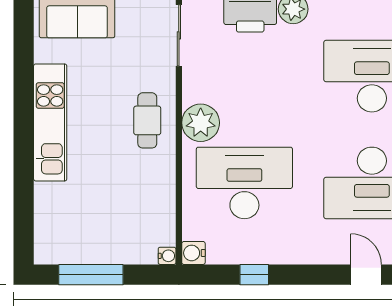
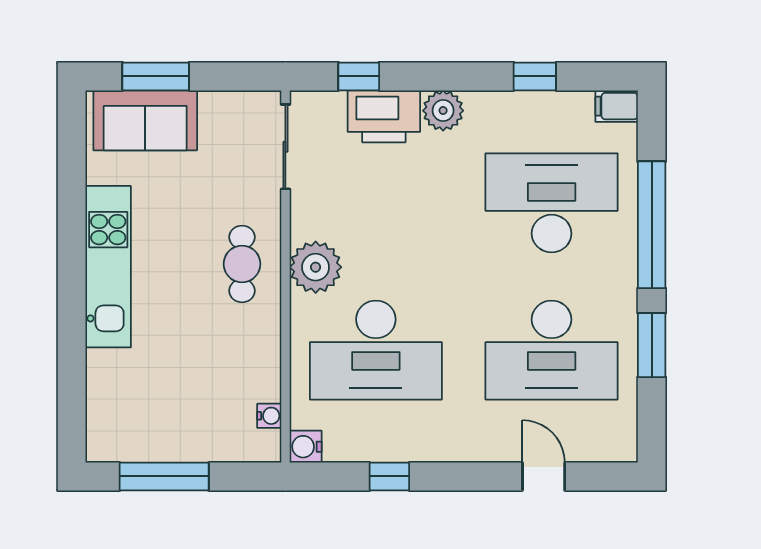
desk: (244, 183) -> (376, 350), turned 180
water cooler: (167, 256) -> (269, 416), moved

